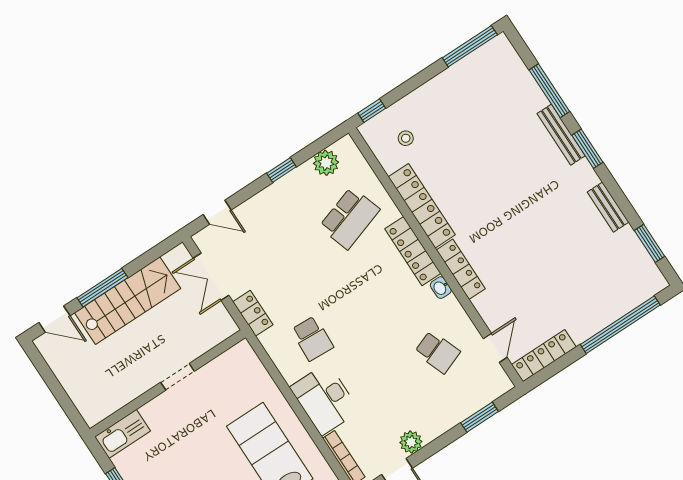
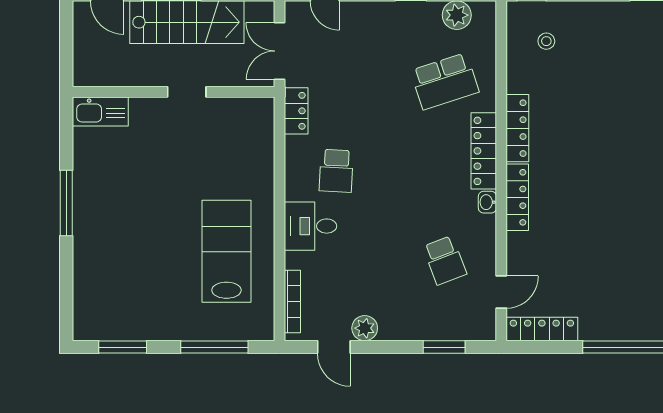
locker: (422, 206) -> (517, 128), width x0.71, depth x0.83
doorway: (178, 377) -> (187, 92), moved
wall: (168, 383) -> (173, 92), moved
desk: (325, 399) -> (310, 226), width x0.73
kitchen sink: (123, 434) -> (100, 112), moved

